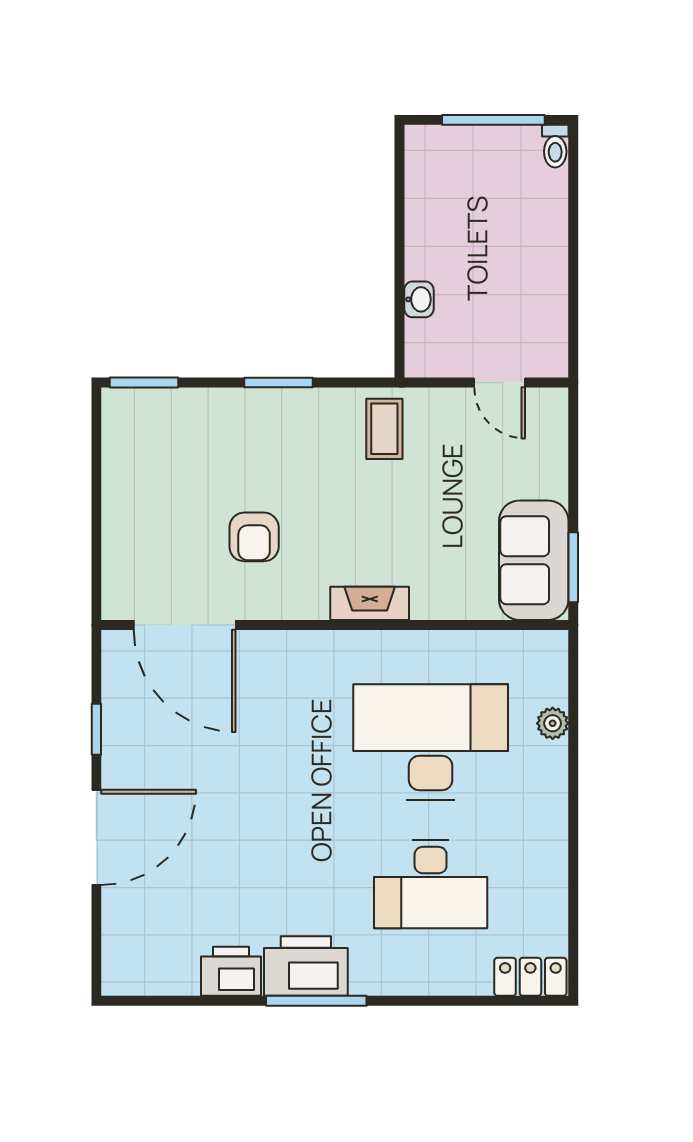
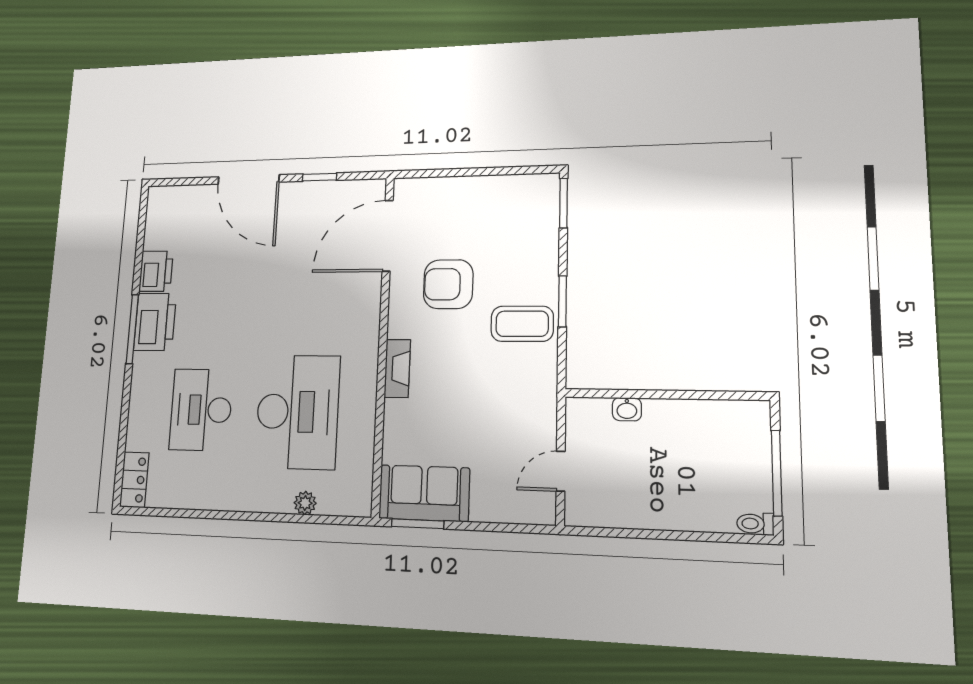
coffee table: (384, 429) -> (522, 324), moved, width x1.36, depth x1.30
armchair: (254, 537) -> (448, 284), width x1.38, depth x1.38

